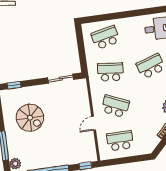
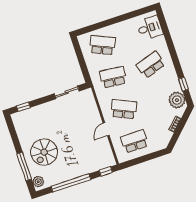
school desk: (106, 37) -> (102, 45), turned 36
spiral stairs: (30, 118) -> (44, 152), moved, turned 90

